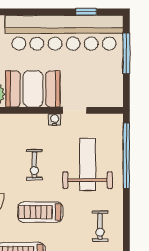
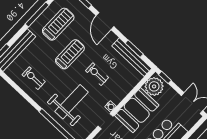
weight bench: (88, 164) -> (72, 102), turned -90

